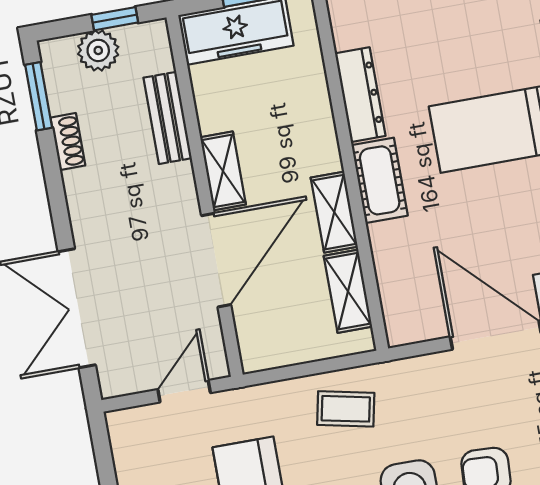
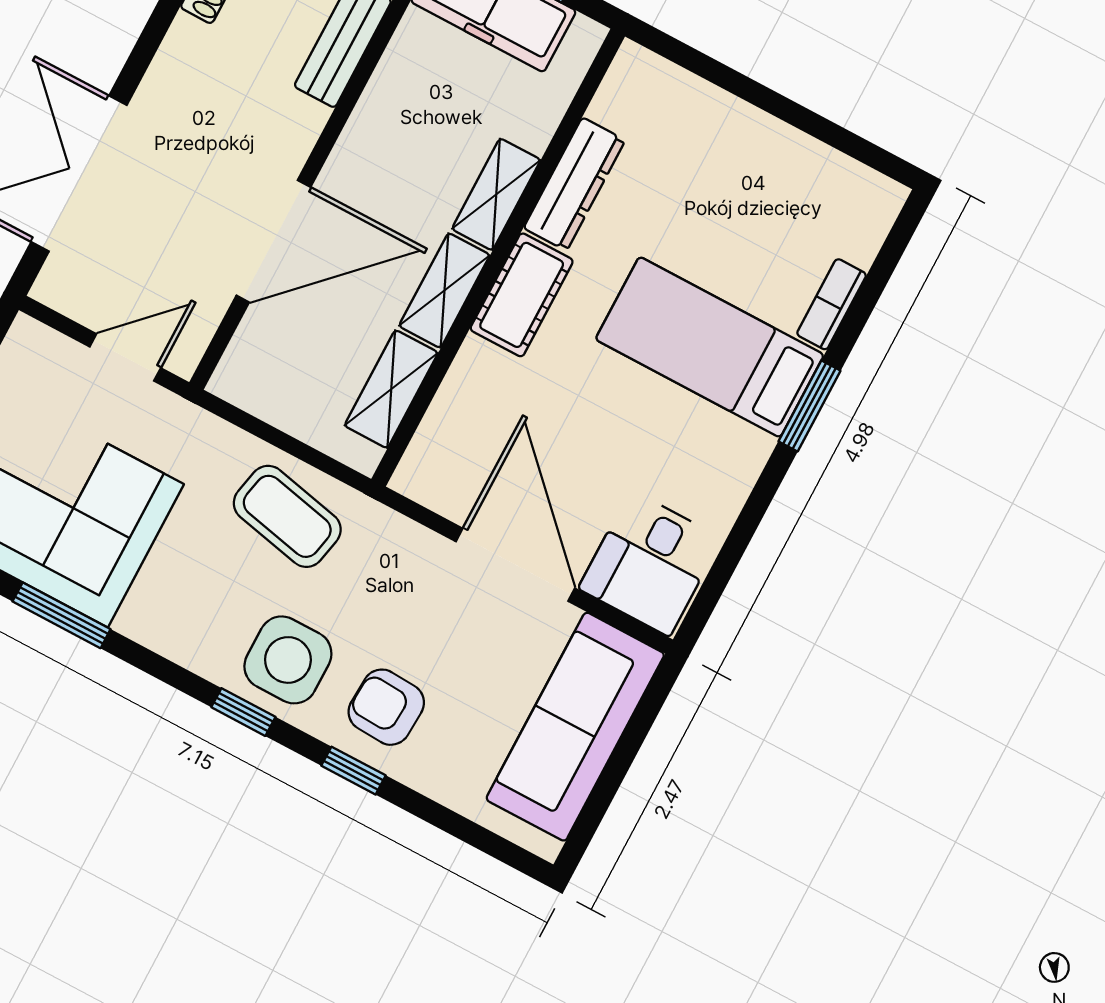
shelving: (223, 171) -> (496, 194), moved
coffee table: (346, 409) -> (287, 516), width x1.36, depth x1.30

